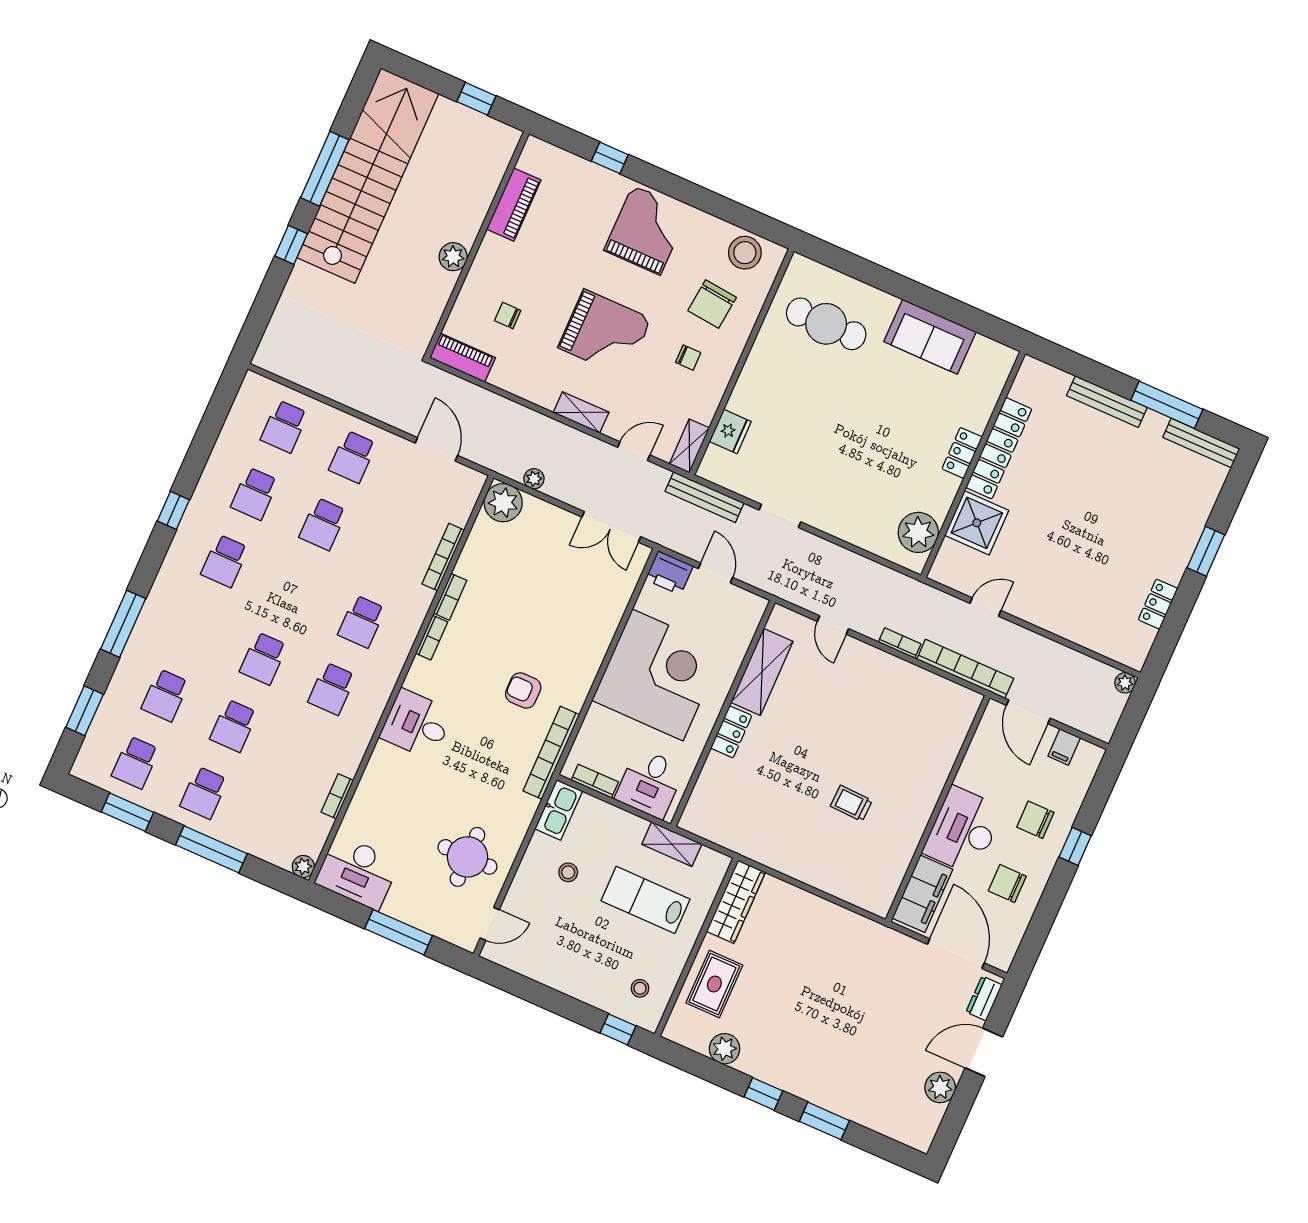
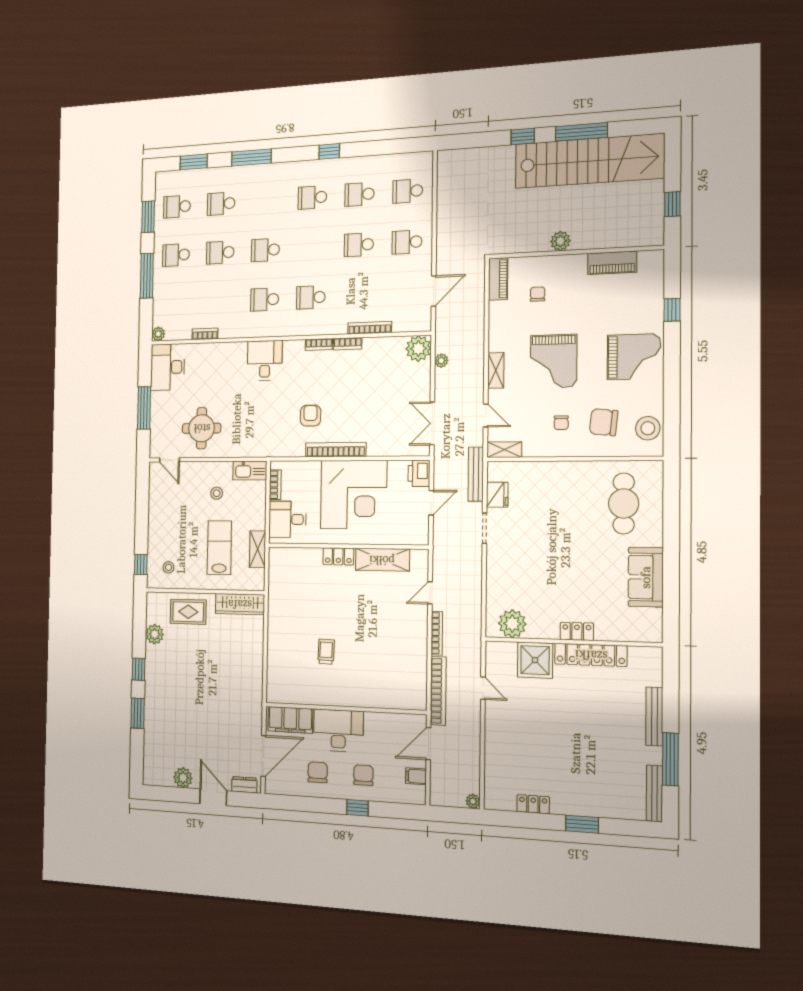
fridge: (730, 431) -> (497, 495), moved, turned -90
bookcase: (900, 643) -> (437, 633), width x1.56
bookcase: (551, 753) -> (336, 450), moved

